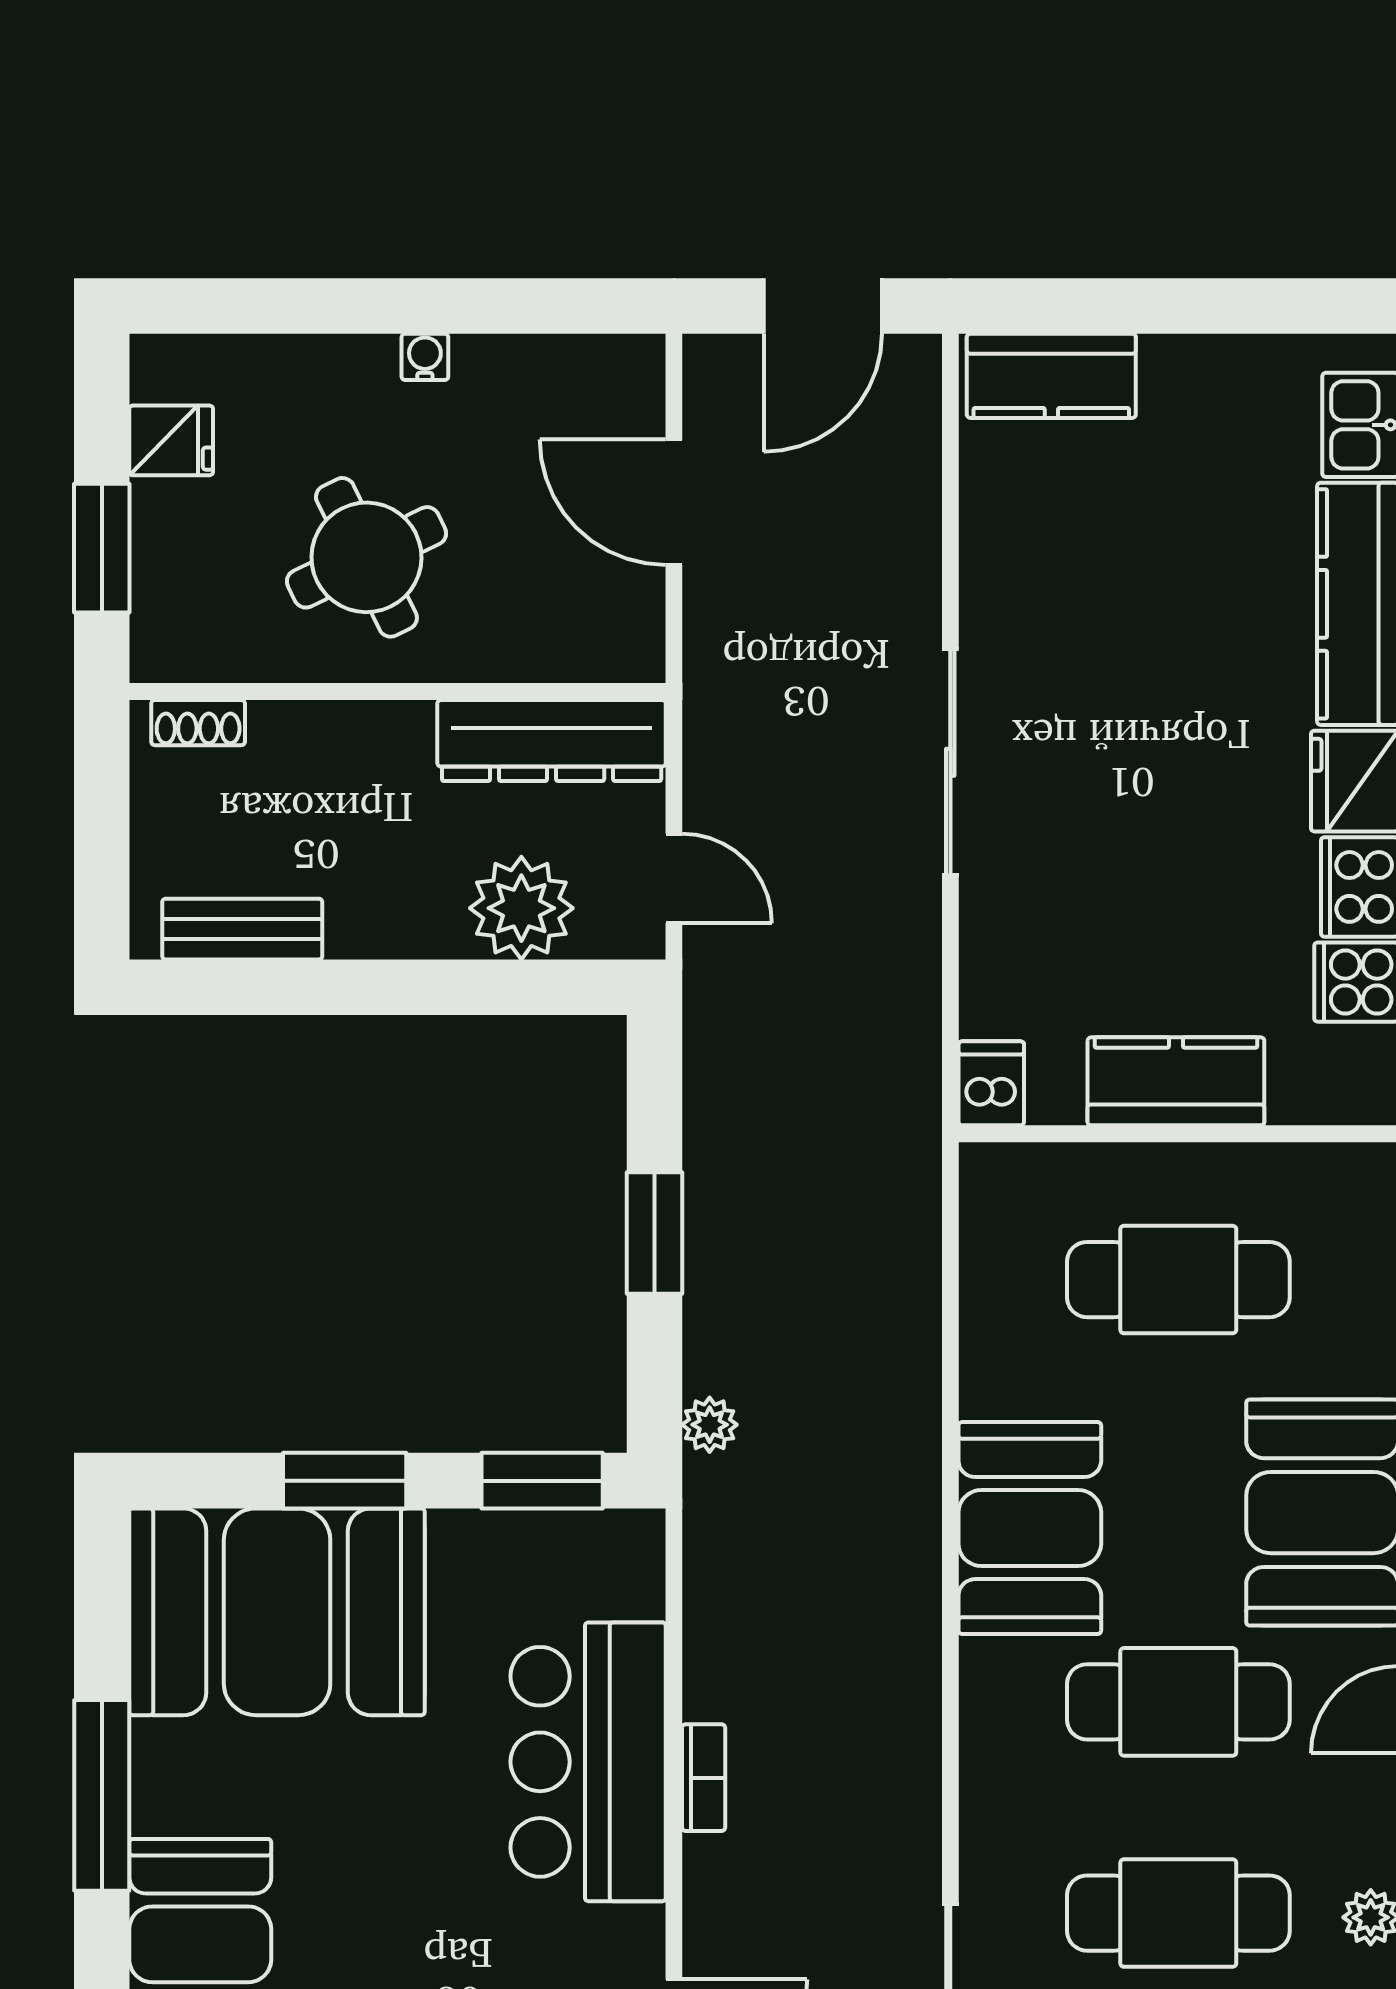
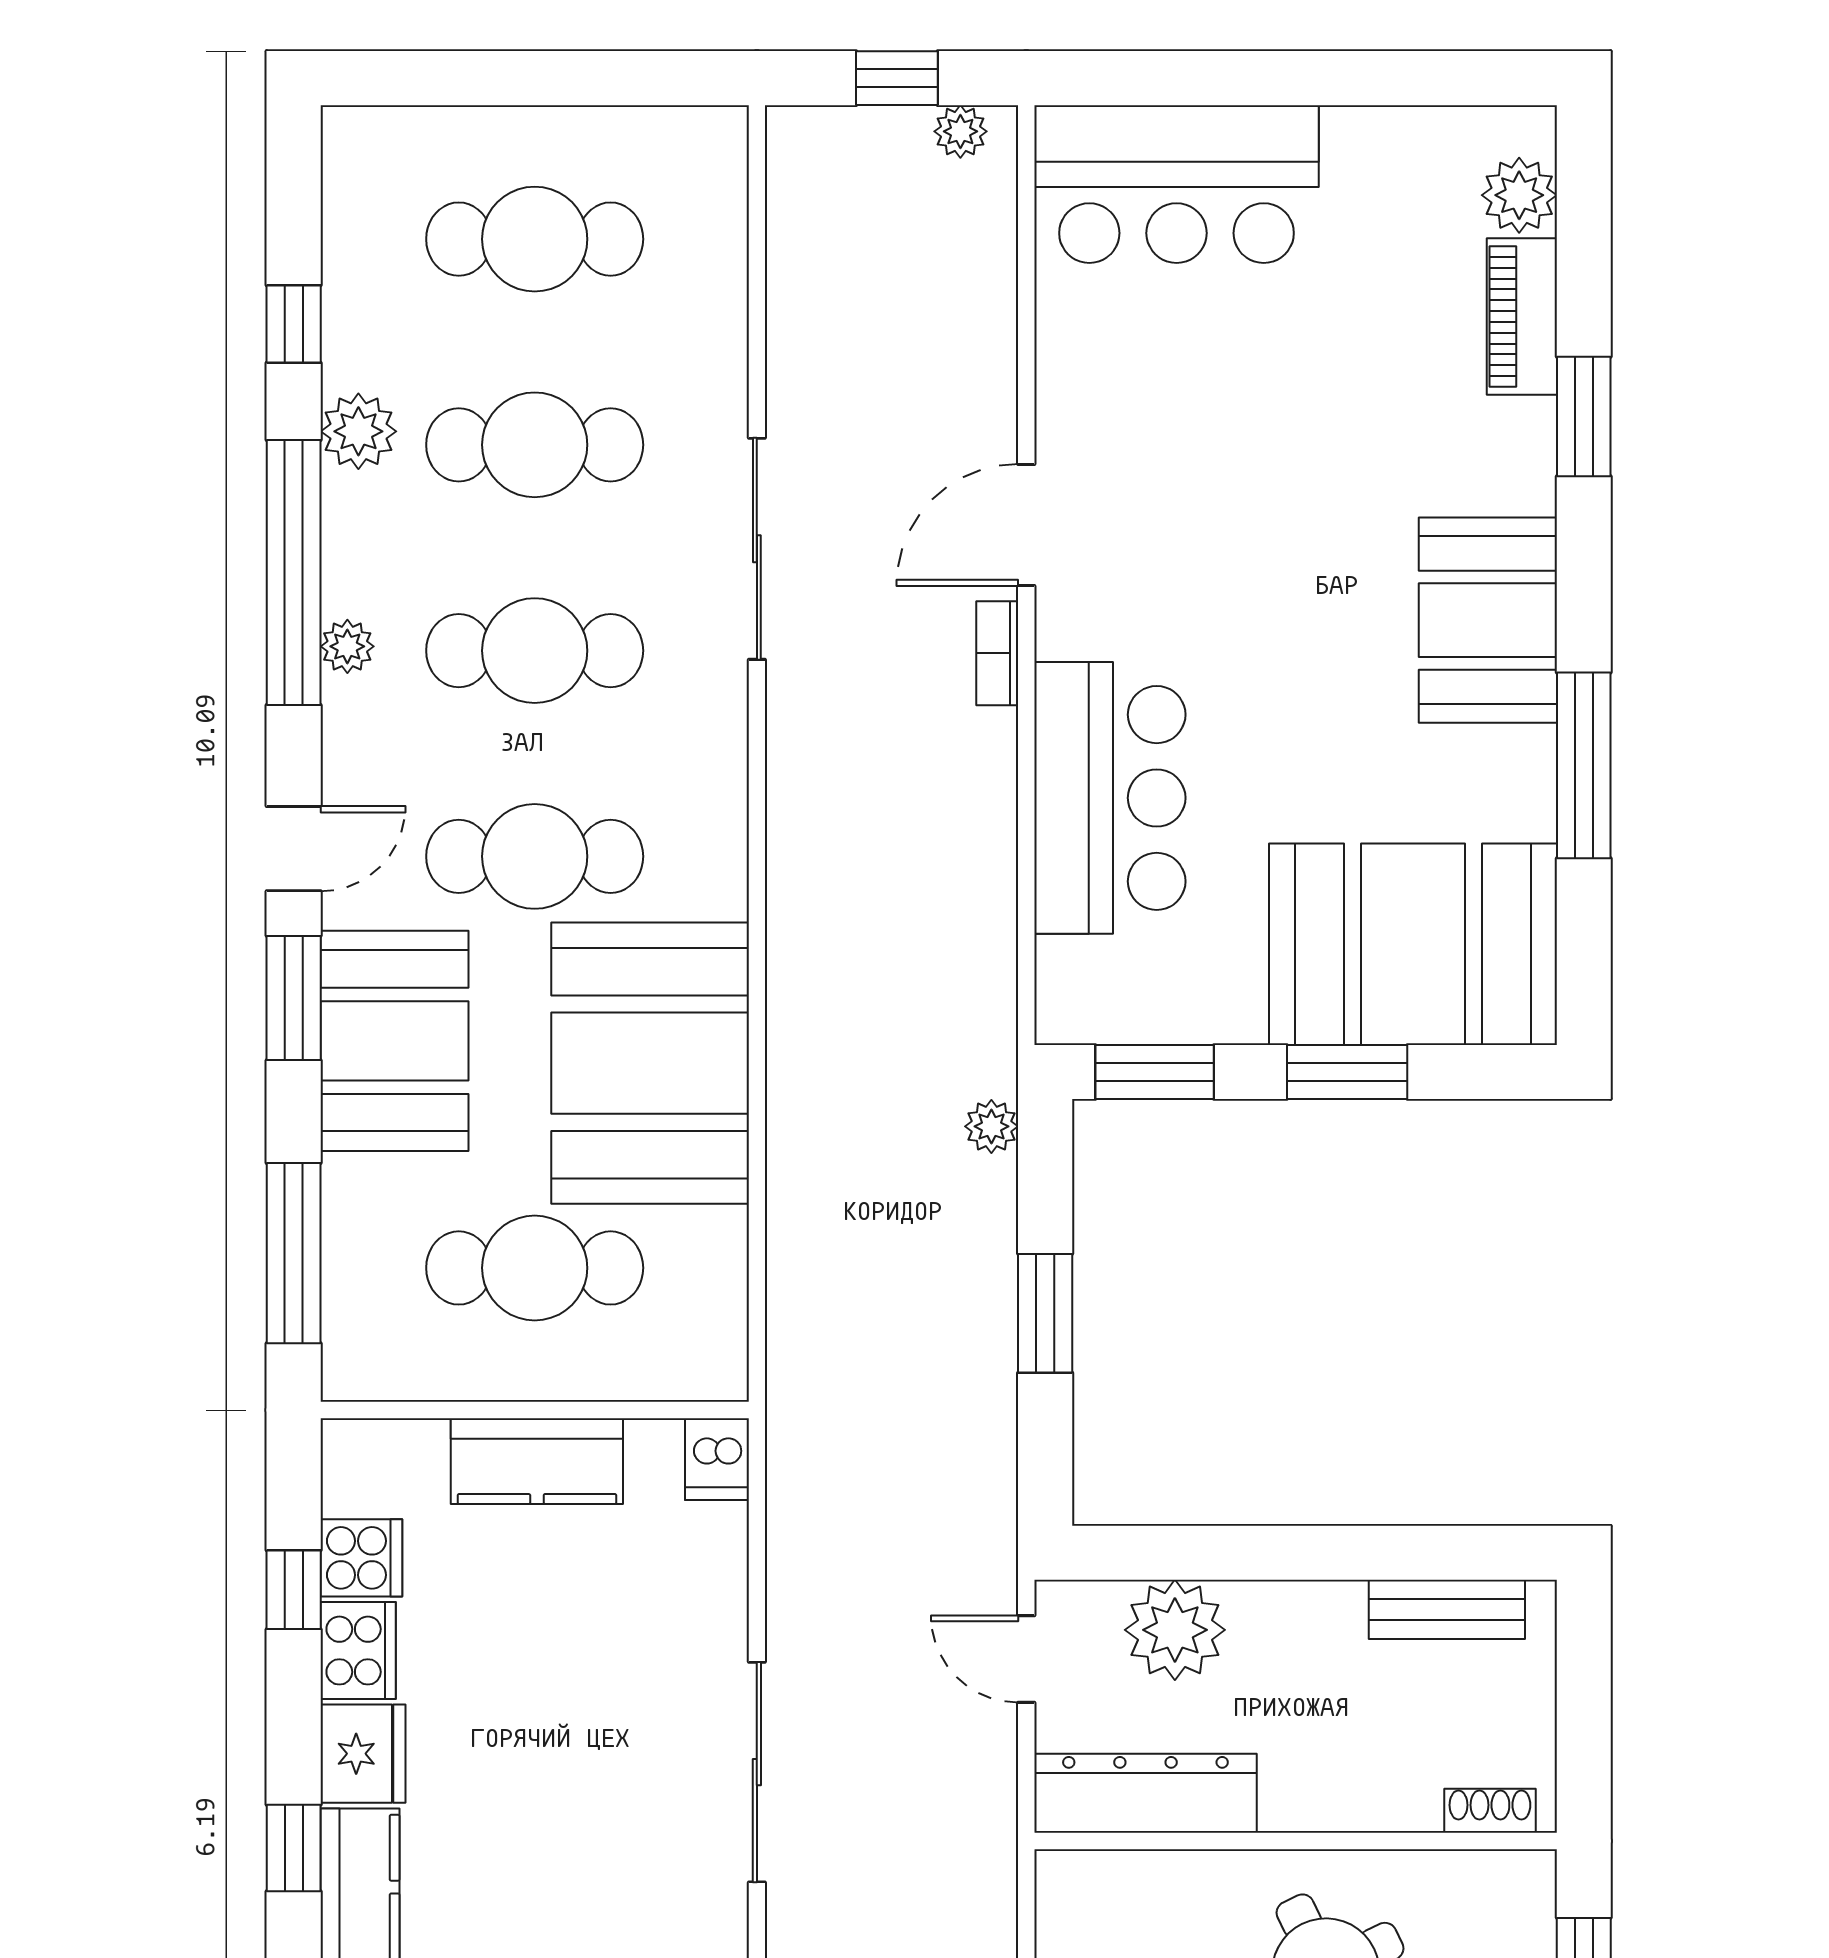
booth: (1030, 1528) -> (650, 1063), width x1.36, depth x1.42
bookcase: (704, 1778) -> (997, 653), moved

